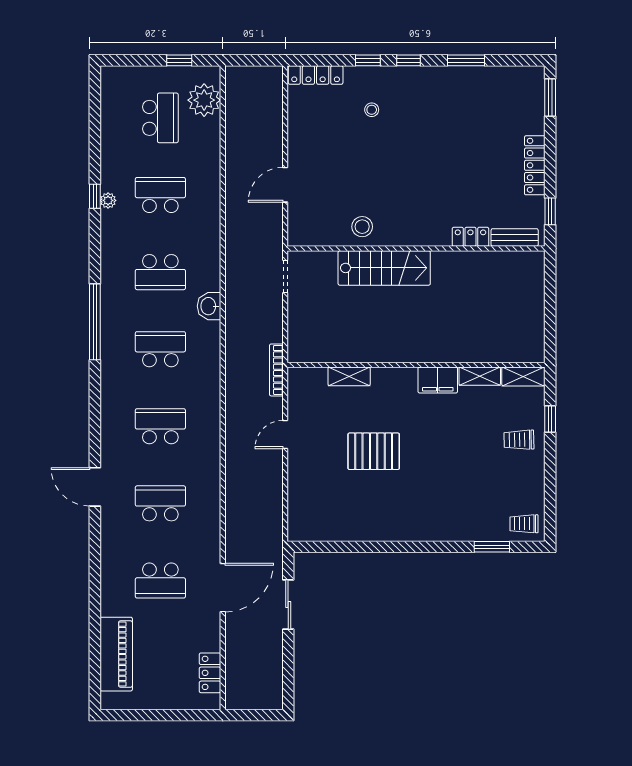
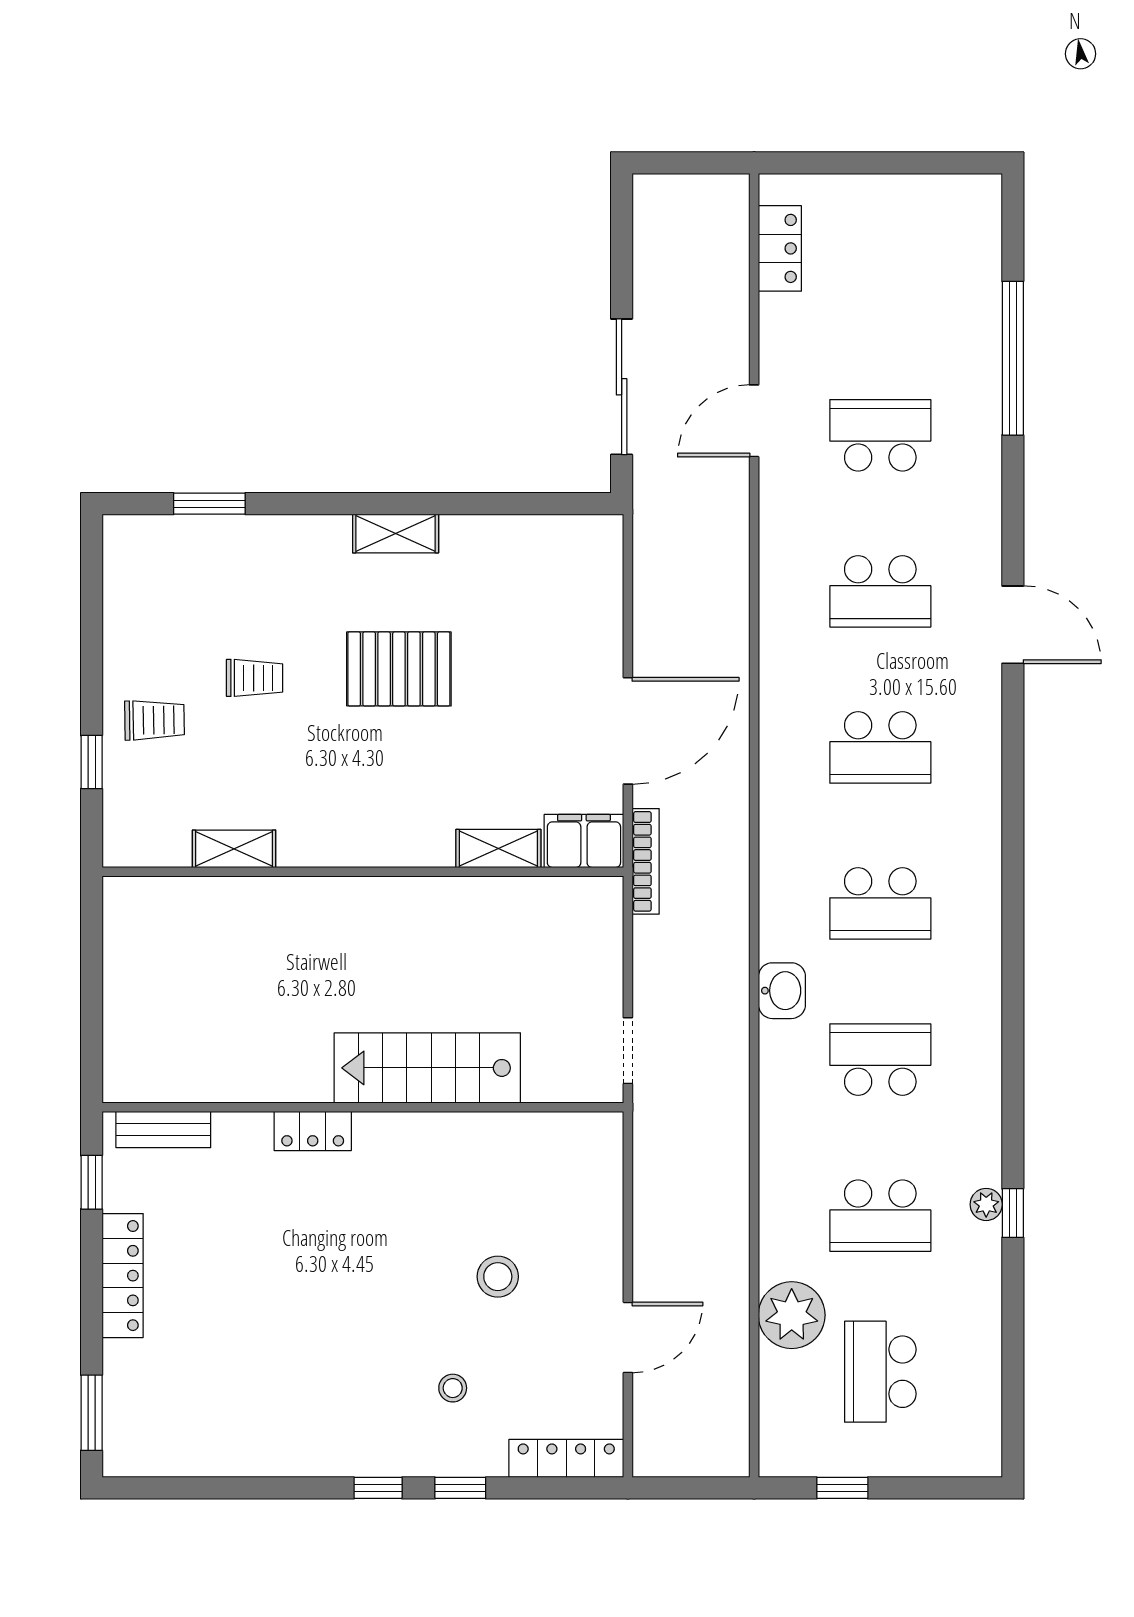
window: (466, 60) -> (262, 1488), removed
plant: (204, 100) -> (792, 1315), moved
door: (285, 185) -> (628, 1337), moved
stool: (362, 227) -> (498, 1277), moved
locker: (470, 237) -> (313, 1131), moved
window: (95, 322) -> (1013, 358), moved
shelving: (523, 377) -> (396, 534), moved
filing cabinet: (438, 380) -> (584, 841), moved
door: (285, 434) -> (628, 731), width x1.87
pallet: (374, 451) -> (399, 669), moved
trolley: (524, 524) -> (255, 678), moved
door: (223, 588) -> (754, 421), width x0.73
sliding door: (288, 604) -> (622, 387), width x1.37
piano: (116, 654) -> (970, 286), removed

